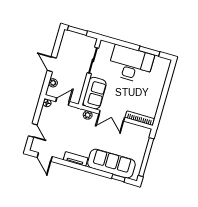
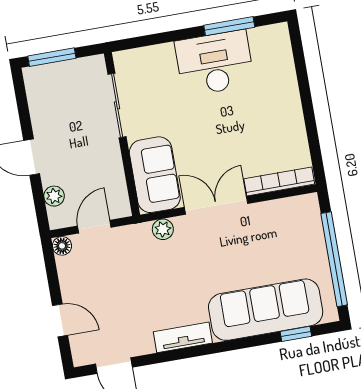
desk: (131, 64) -> (215, 63), width x0.73, depth x0.77
double door: (112, 116) -> (216, 205), swing flipped

